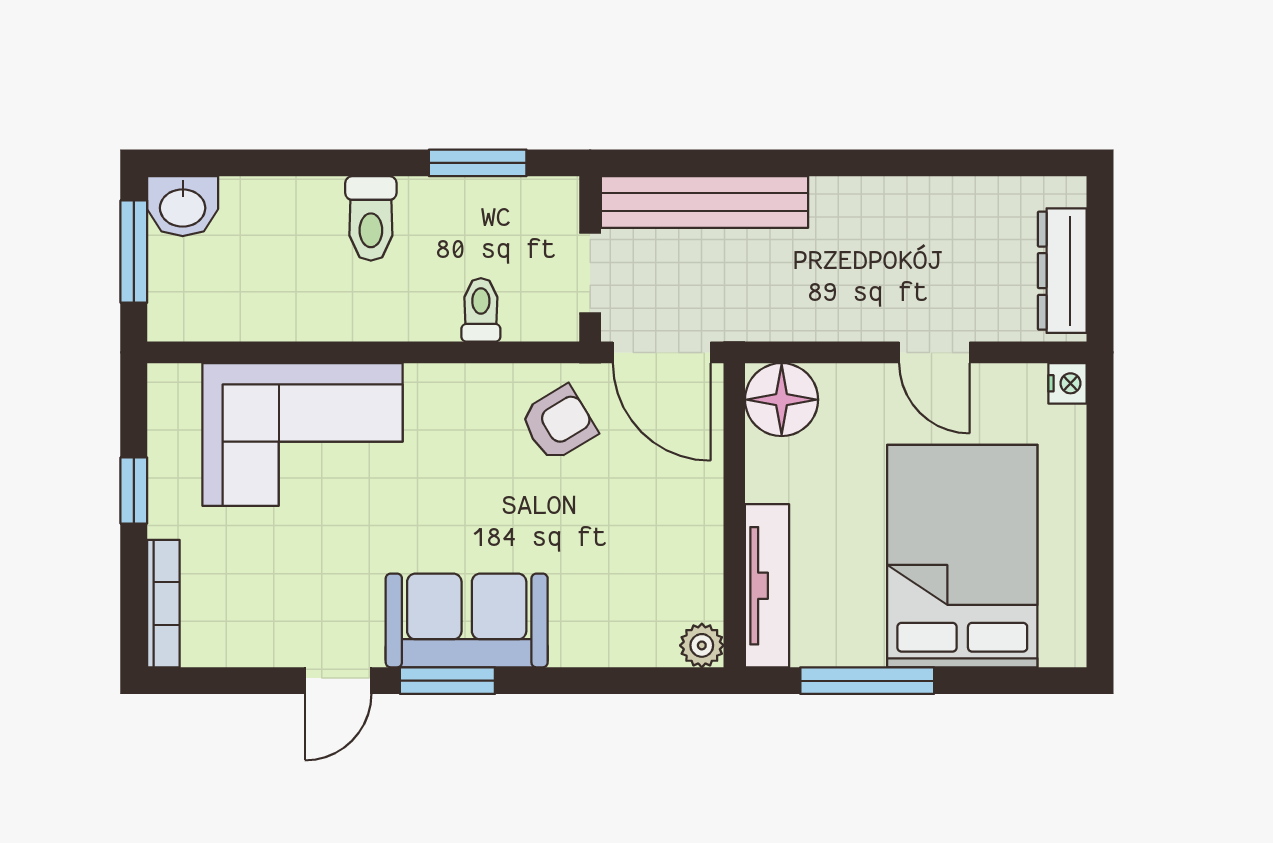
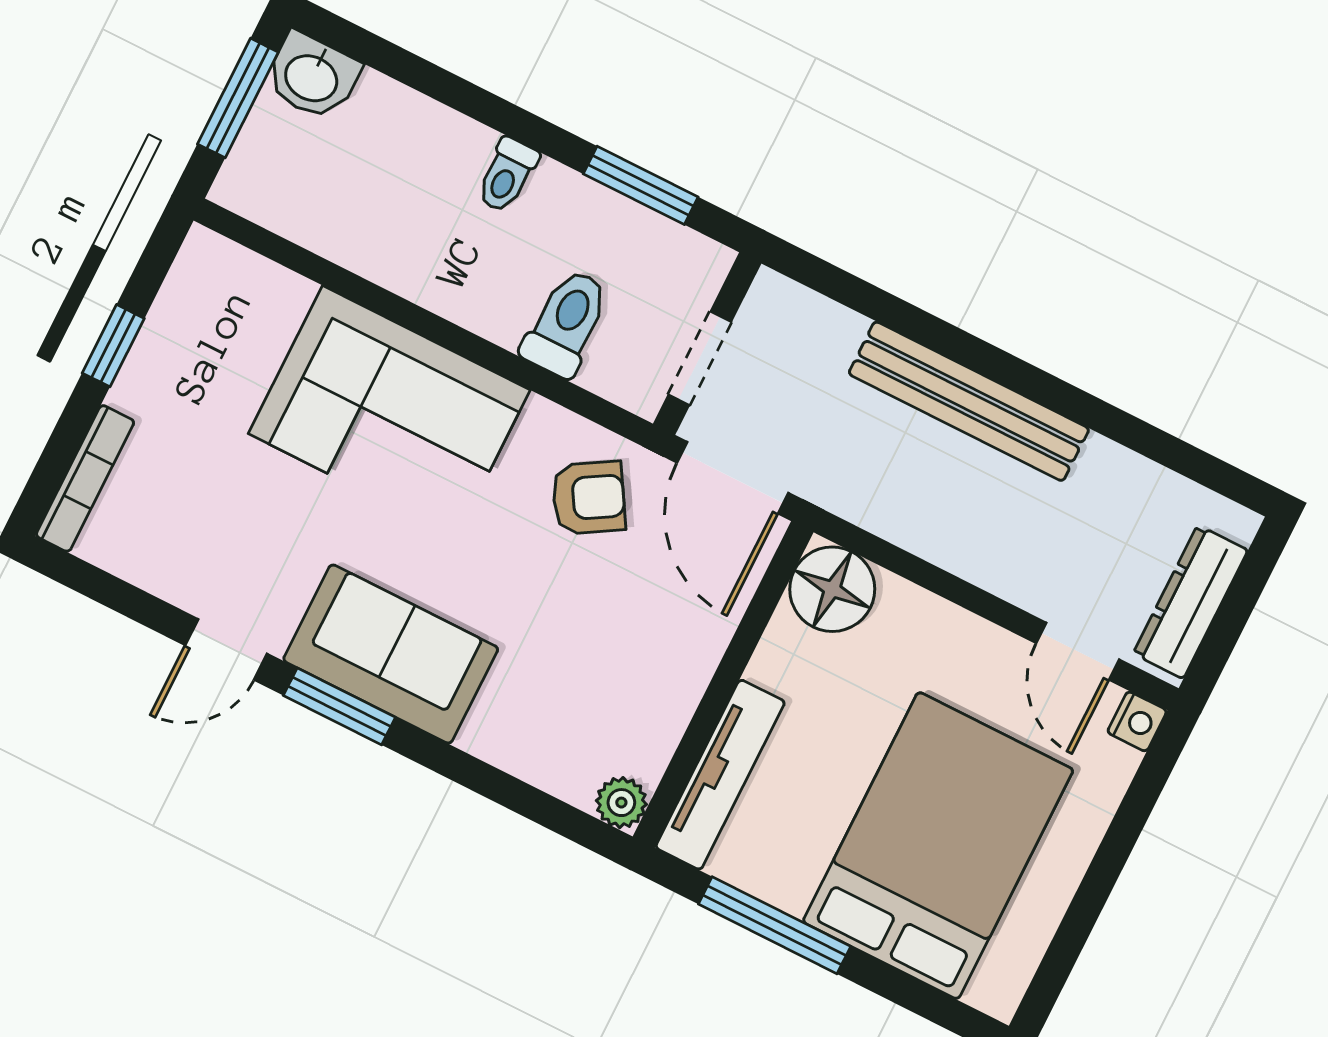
bench: (705, 202) -> (969, 401), moved
toilet: (371, 218) -> (507, 175), width x0.73, depth x0.72
toilet: (481, 310) -> (566, 323), width x1.37, depth x1.39
door: (934, 352) -> (1078, 651), moved
corner sofa: (303, 434) -> (389, 412), moved

